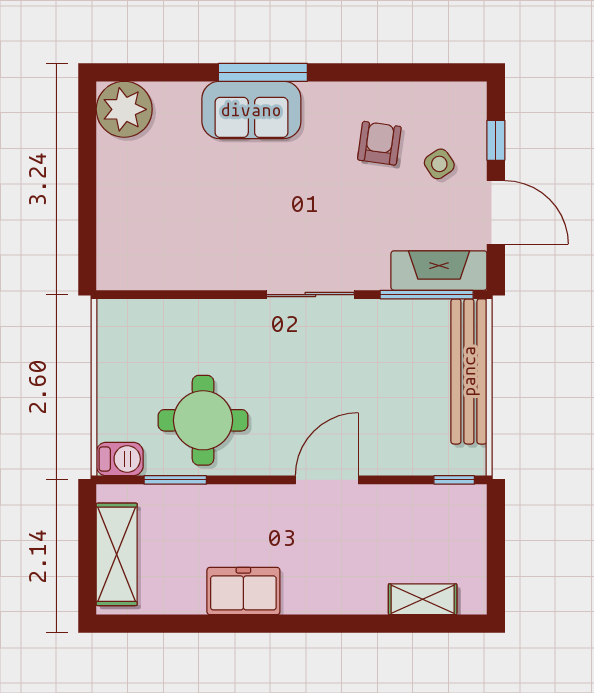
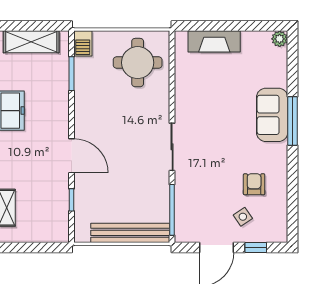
plant: (124, 109) -> (280, 39), width x0.53, depth x0.53
armchair: (379, 143) -> (254, 184), turned -98
fireplace: (439, 271) -> (214, 41), moved, turned 90
round table: (203, 420) -> (138, 63), moved
window: (454, 480) -> (72, 200), moved

